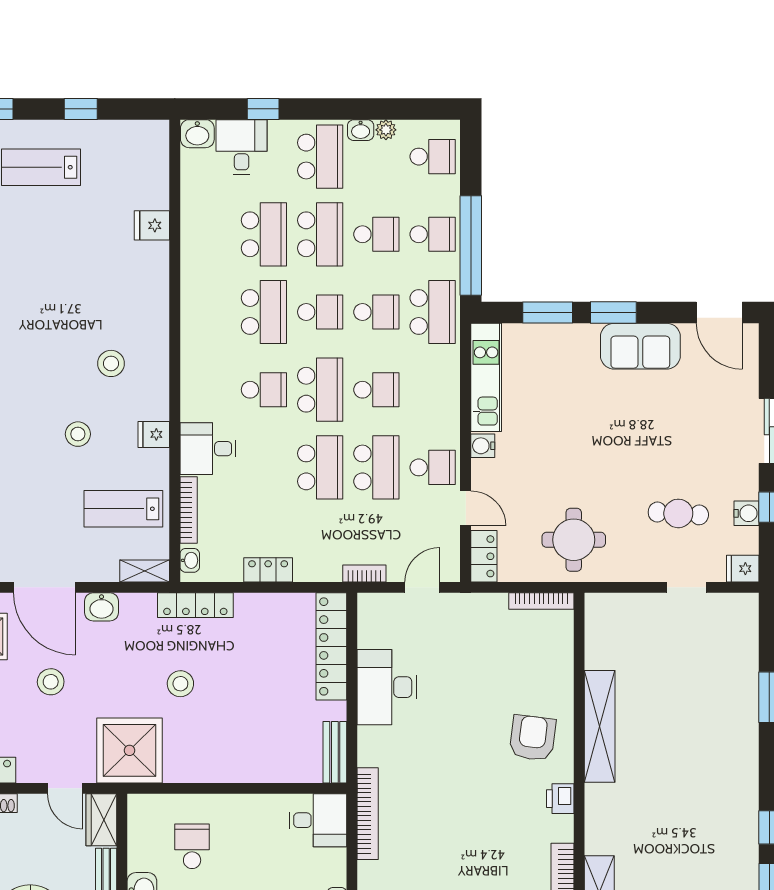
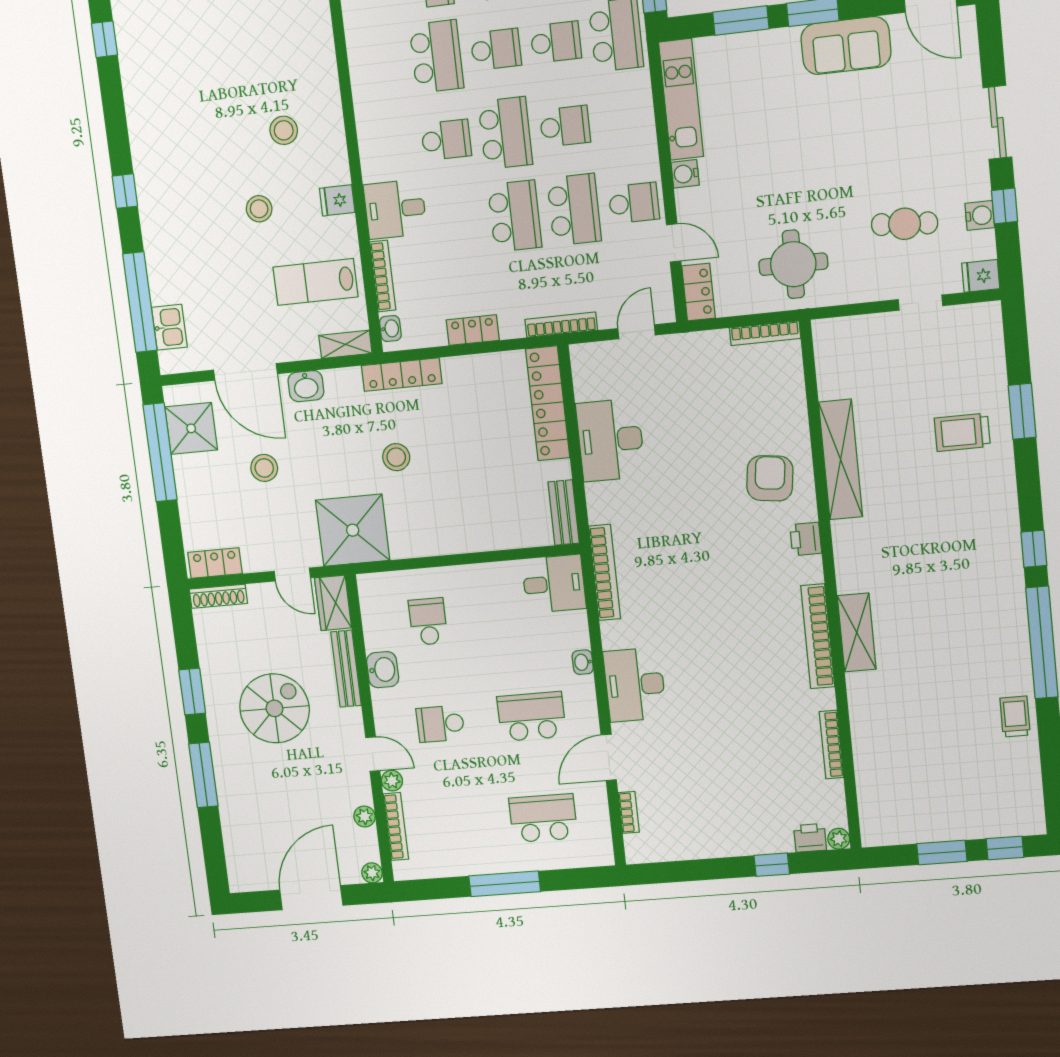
bookcase: (364, 574) -> (561, 325), width x1.56
trolley: (714, 712) -> (962, 432), added

